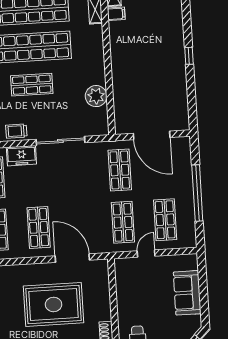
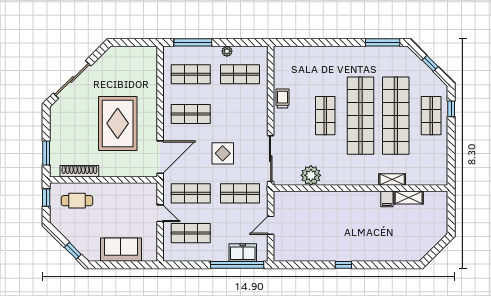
door: (152, 135) -> (271, 225), width x0.53
sliding door: (60, 141) -> (271, 159), moved
freezer: (21, 156) -> (243, 253), moved, turned 90
display table: (78, 191) -> (223, 153), added
window: (197, 193) -> (237, 265), moved
door: (72, 258) -> (160, 157), moved

